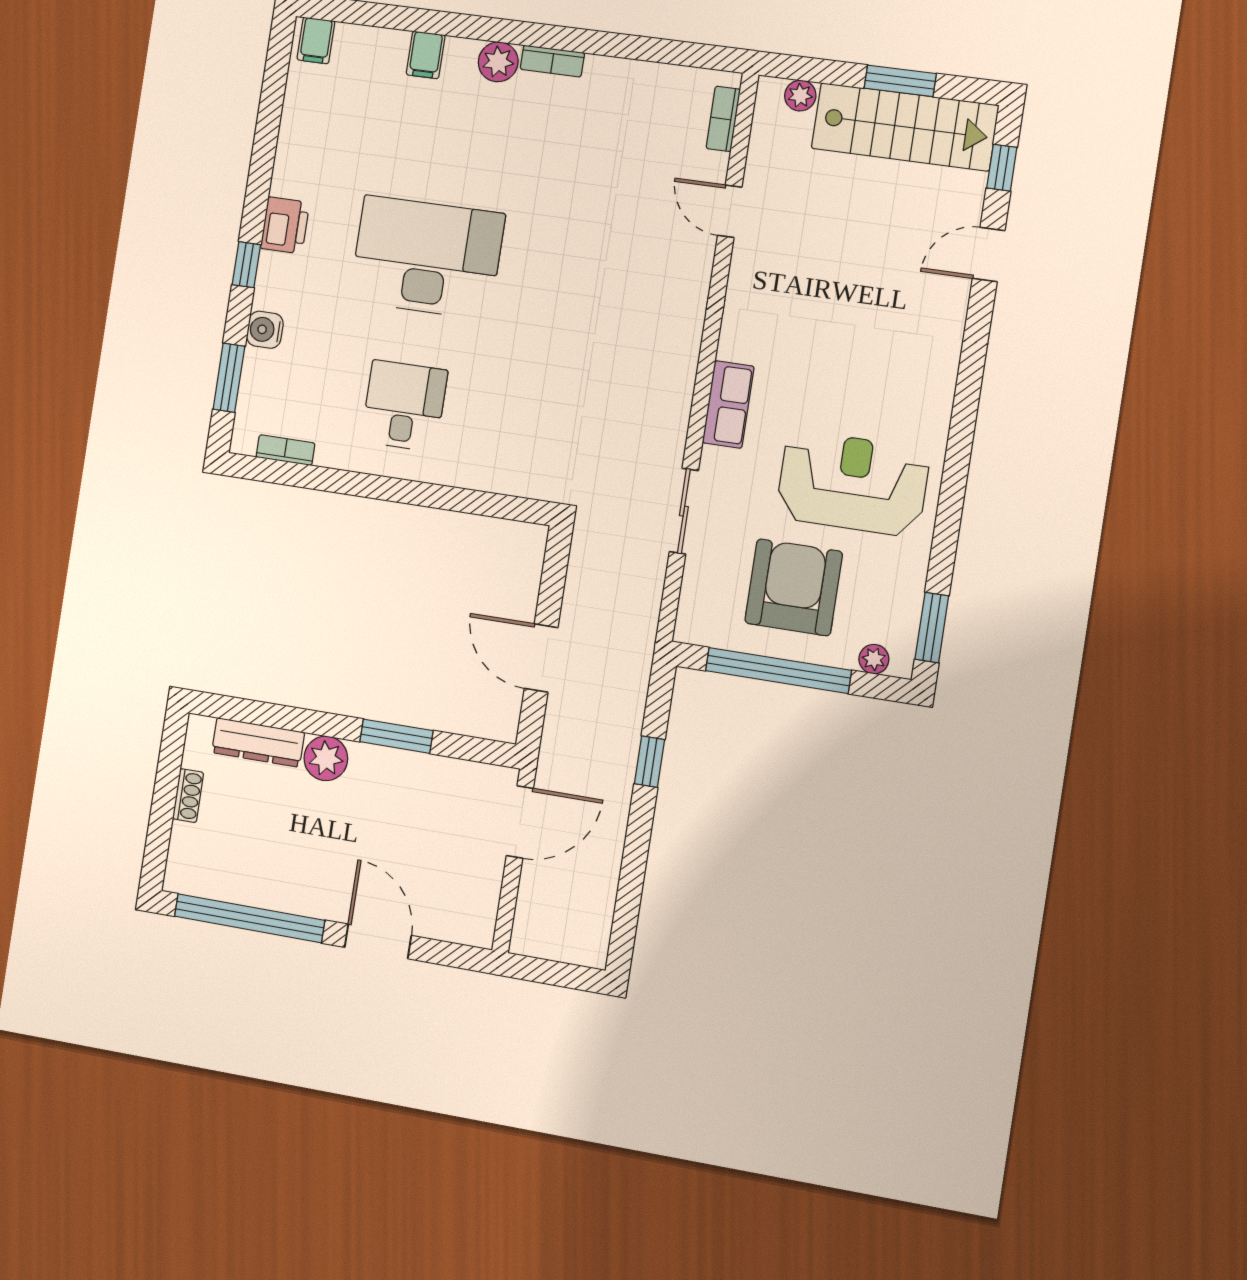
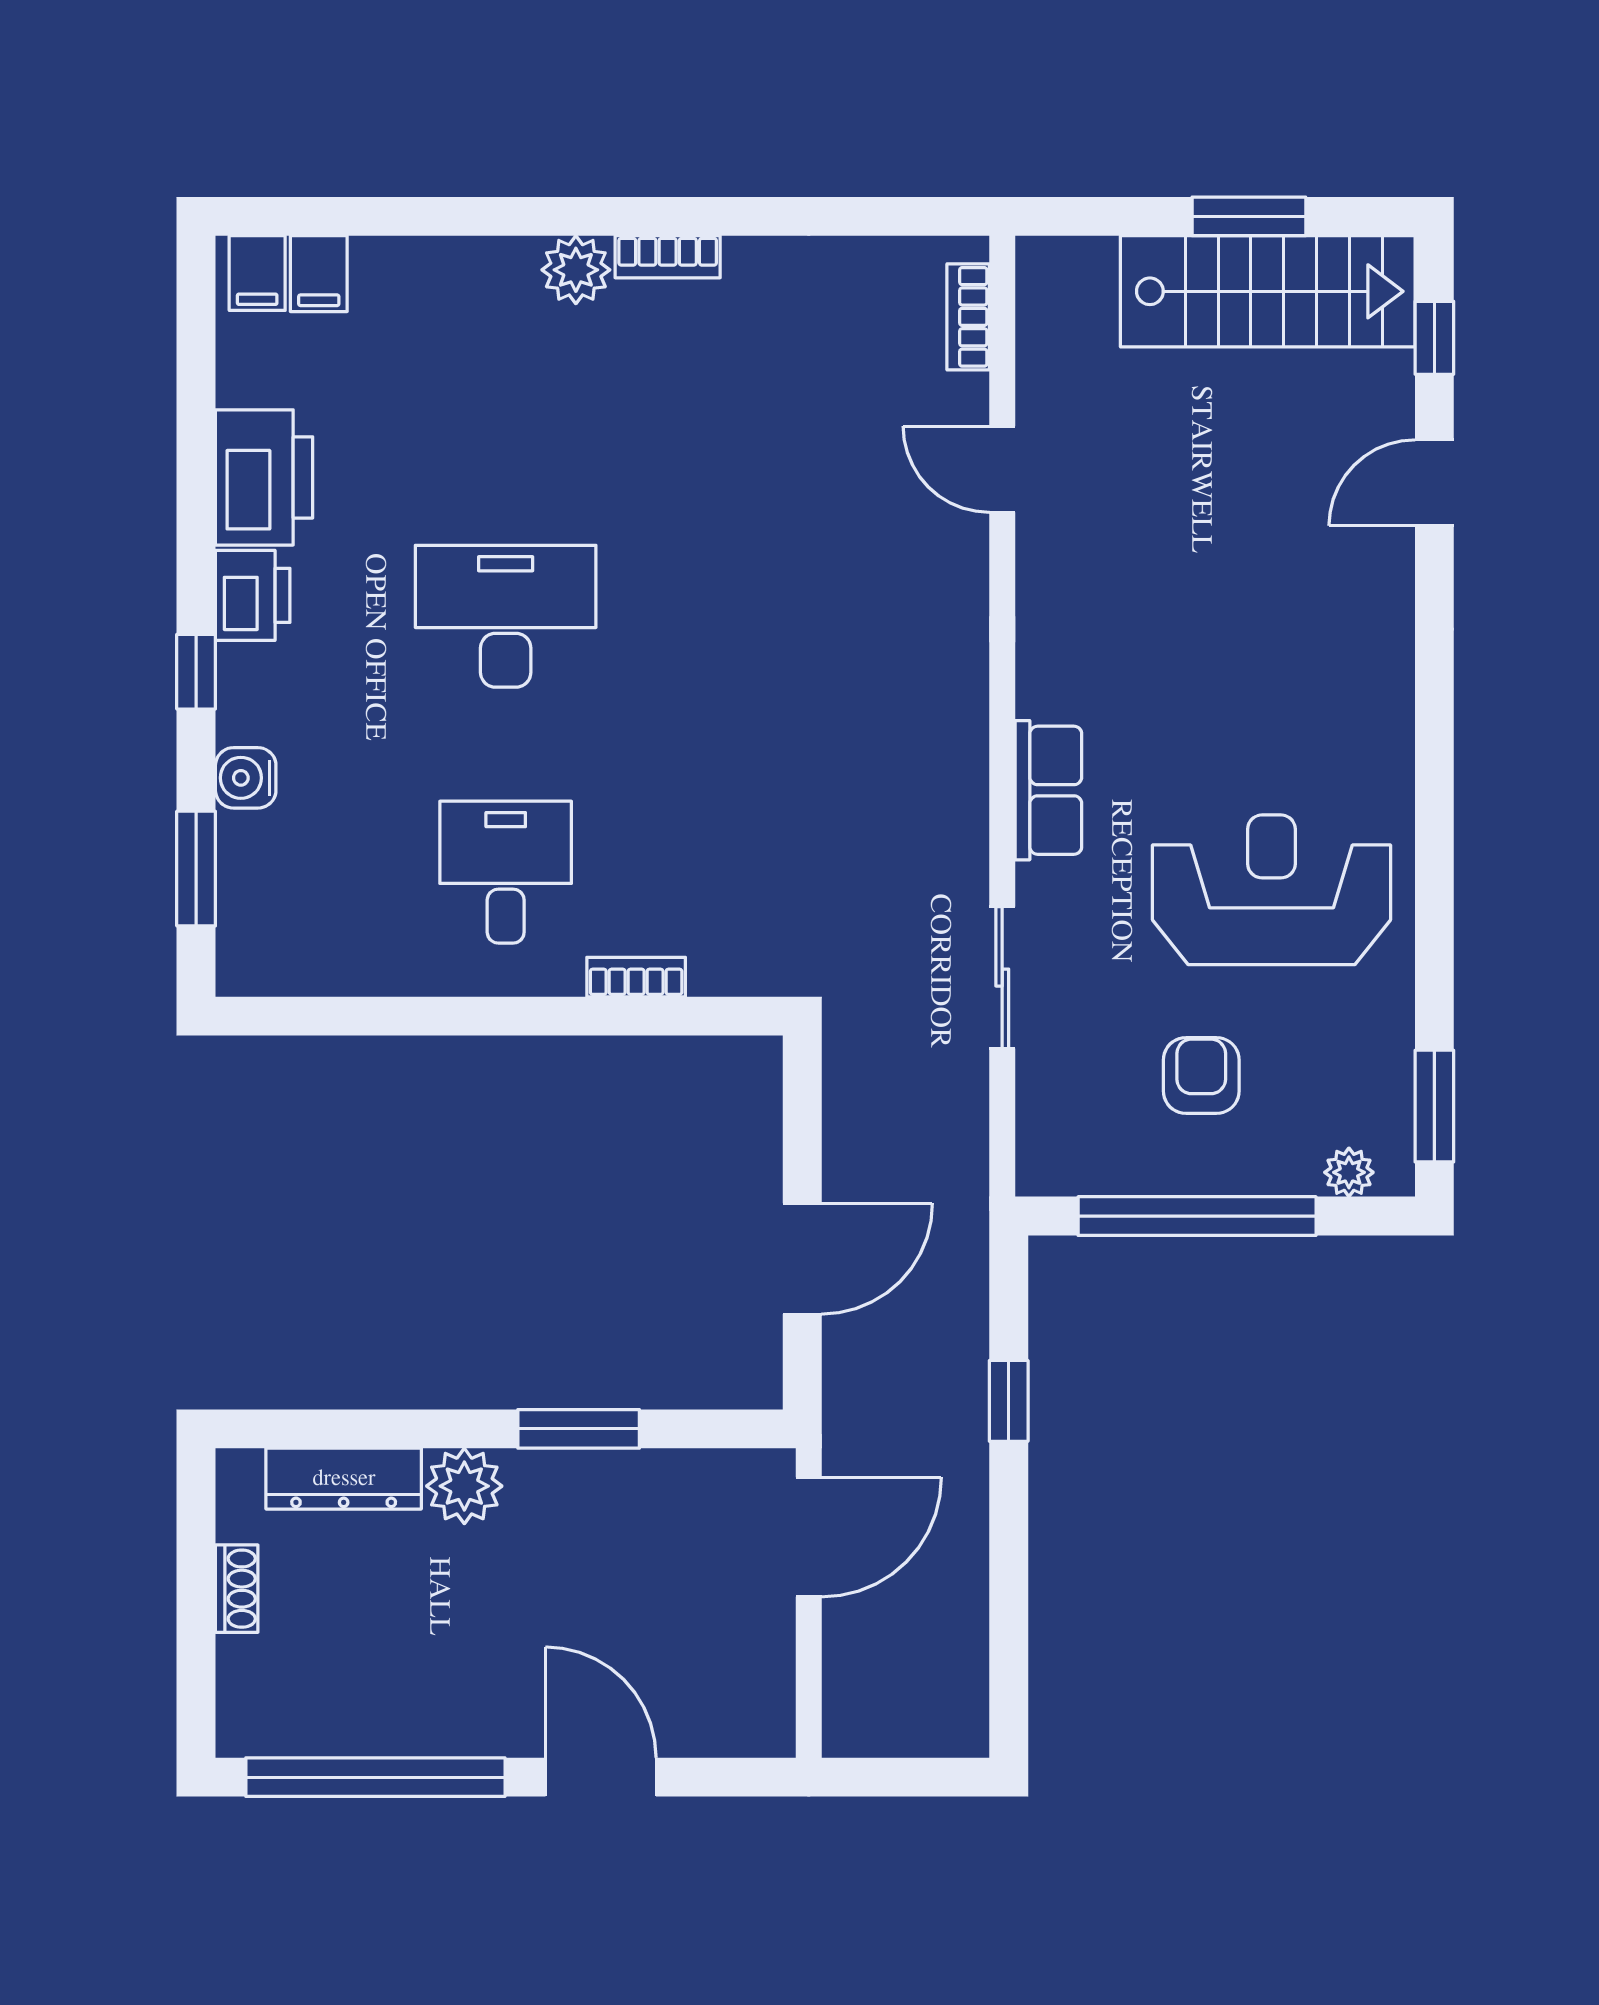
filing cabinet: (426, 55) -> (319, 274), moved
plant: (800, 96) -> (1089, 262), removed
printer: (302, 158) -> (264, 477), added
desk: (427, 257) -> (506, 616), width x0.73, depth x0.77
bookcase: (285, 450) -> (636, 977), moved
armchair: (794, 587) -> (1201, 1076), width x0.53, depth x0.53
door: (541, 658) -> (802, 1259), swing flipped

